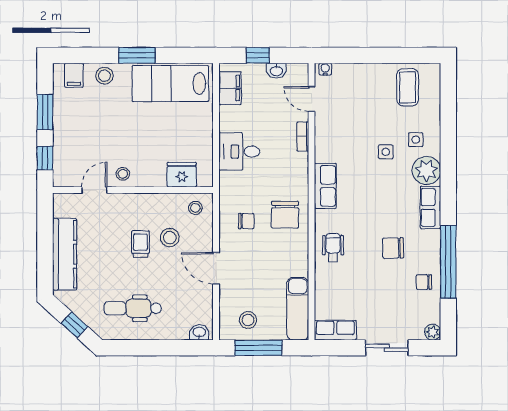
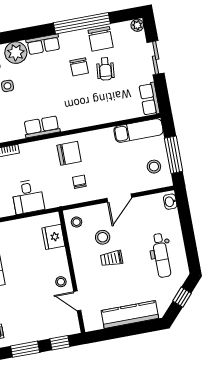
wheelchair: (333, 248) -> (105, 69), moved, turned -84
chair: (424, 282) -> (101, 39), width x1.87, depth x1.87

